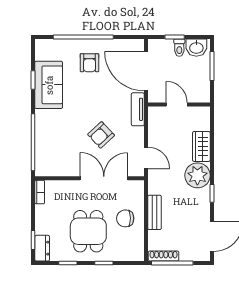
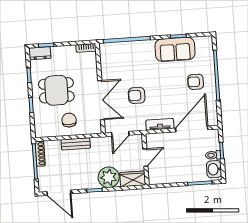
door: (177, 104) -> (145, 157), moved
wall: (179, 104) -> (145, 159), moved
armchair: (101, 135) -> (137, 95), turned -47

